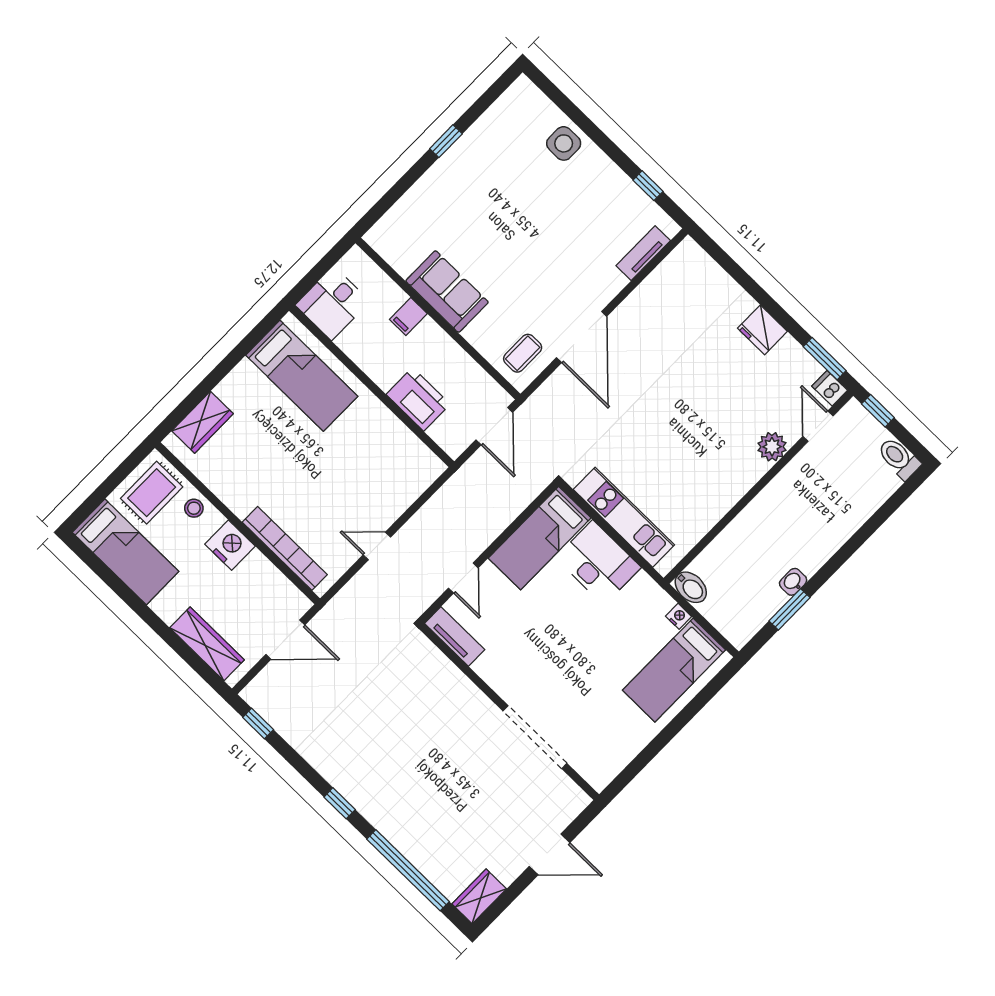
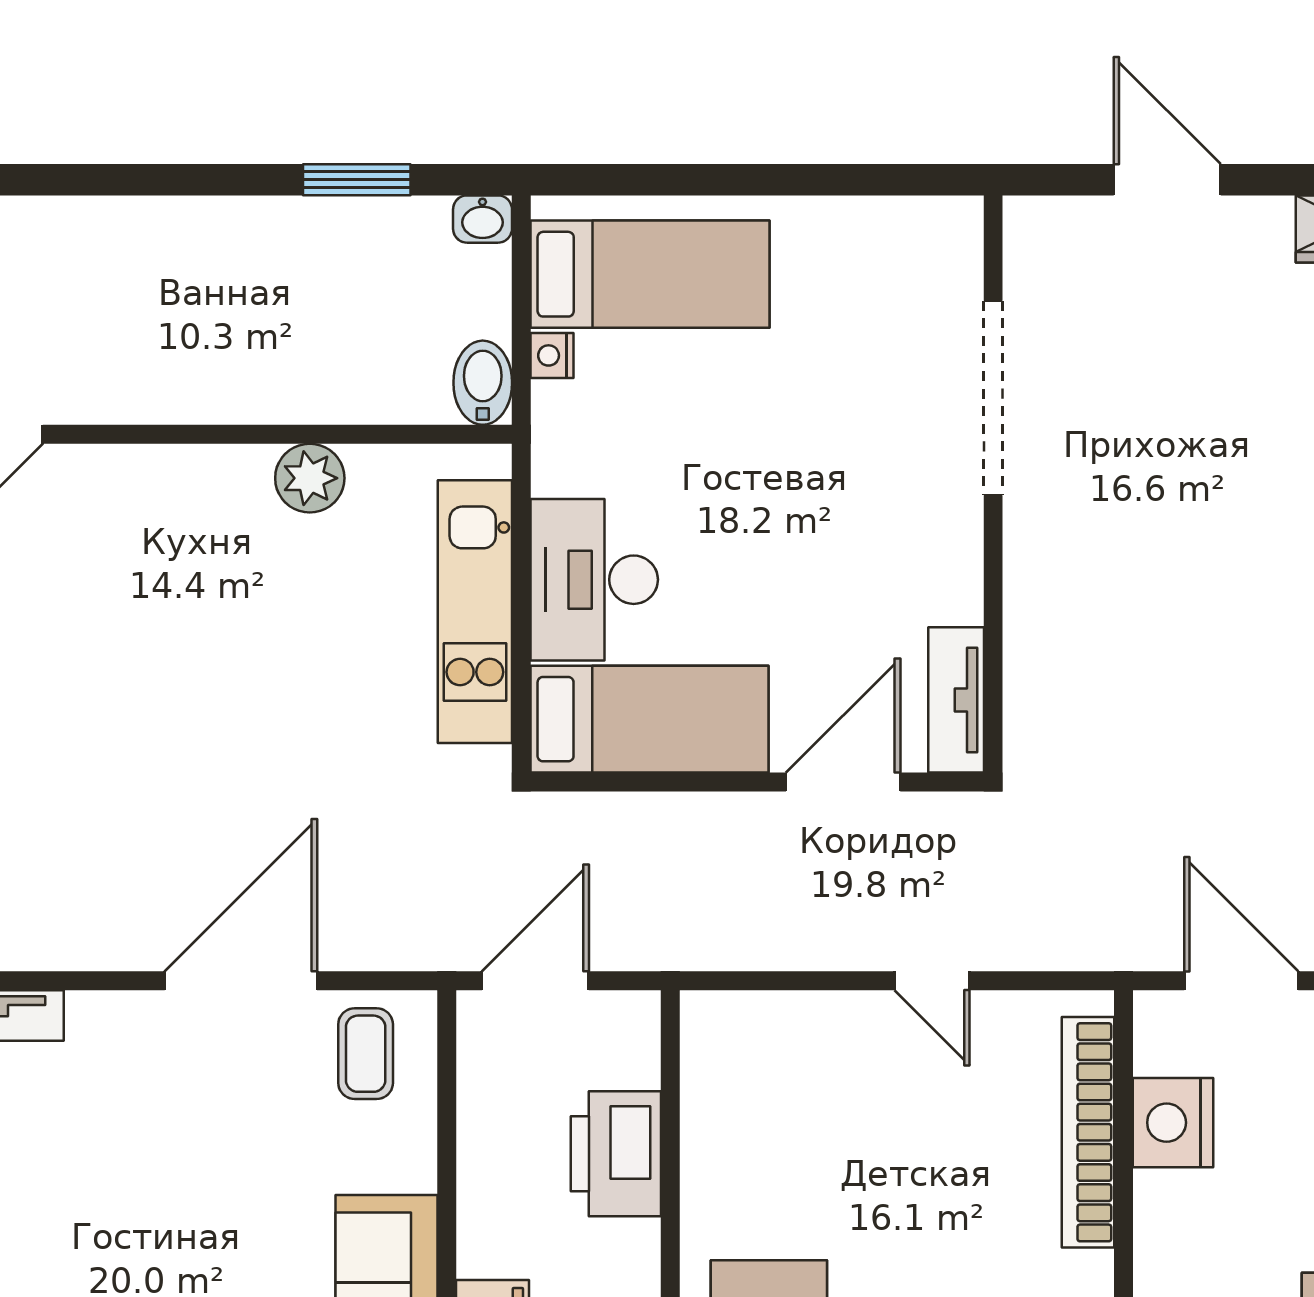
coffee table: (523, 353) -> (366, 1054), turned 90
plant: (772, 447) -> (310, 478), moved
nightstand: (230, 545) -> (1173, 1123), moved
door: (463, 578) -> (843, 782), width x1.38
washbasin: (793, 582) -> (483, 219), moved

